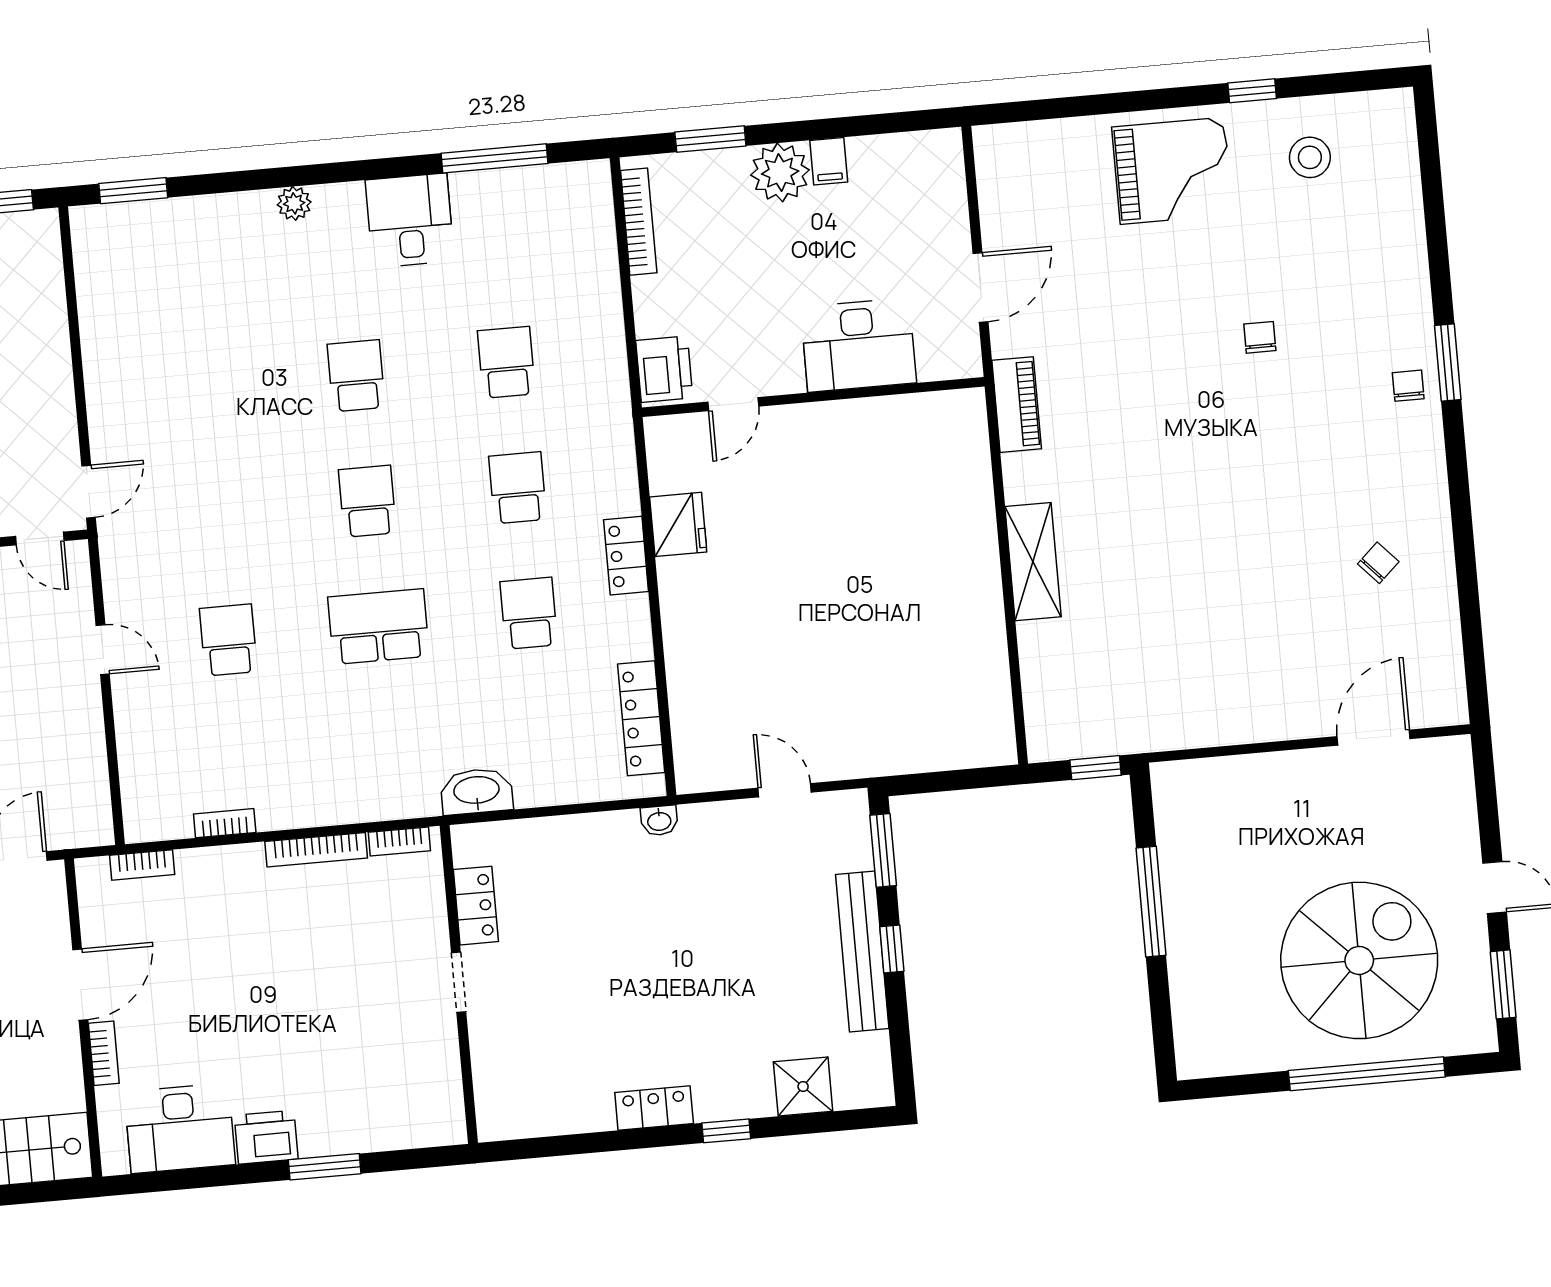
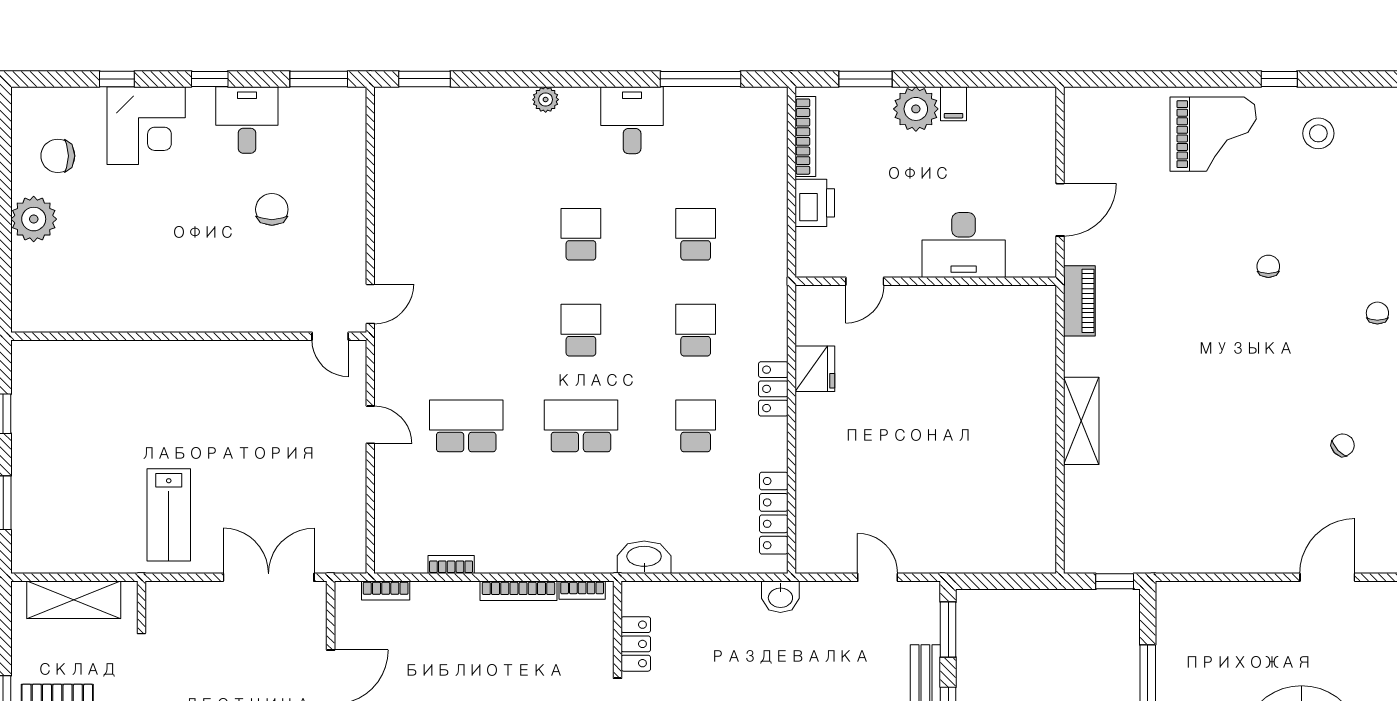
printer: (664, 369) -> (815, 203), moved
school desk: (228, 640) -> (466, 426), width x1.85
washbasin: (659, 821) -> (780, 597), width x1.38, depth x1.45

